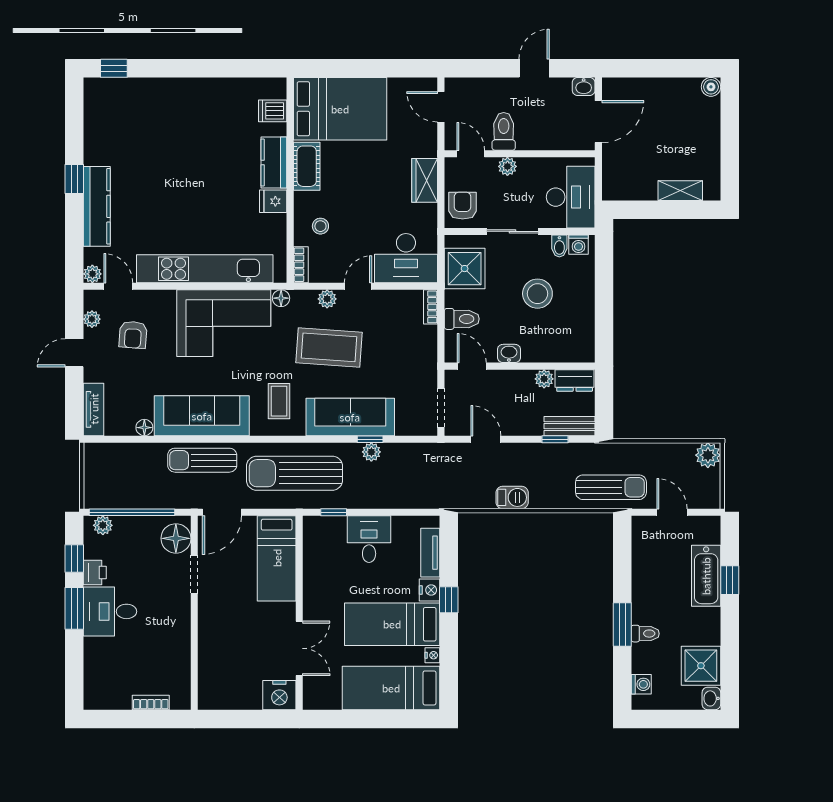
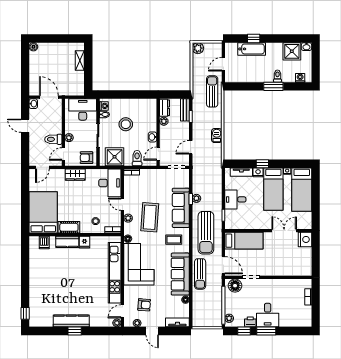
kitchen counter: (97, 206) -> (71, 321), moved

